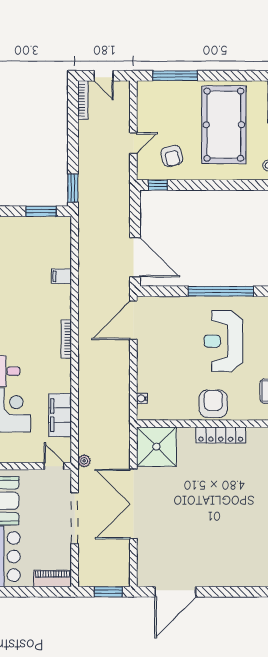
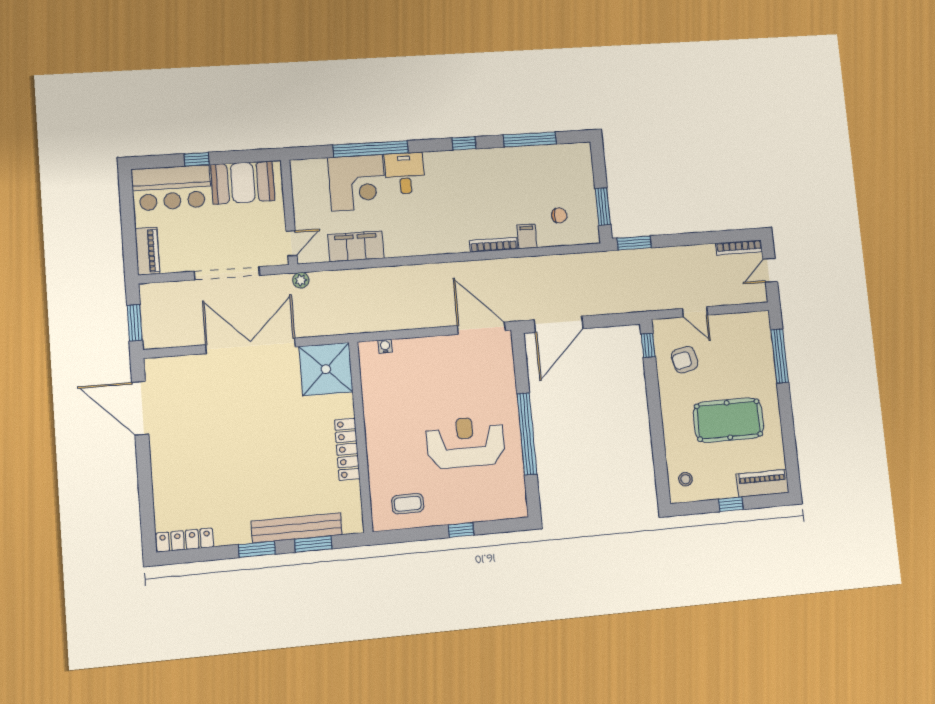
pool table: (224, 125) -> (728, 420), width x0.73, depth x0.76
chair: (46, 248) -> (559, 215), added
bookcase: (66, 339) -> (493, 245), moved
armchair: (213, 404) -> (386, 436), removed

